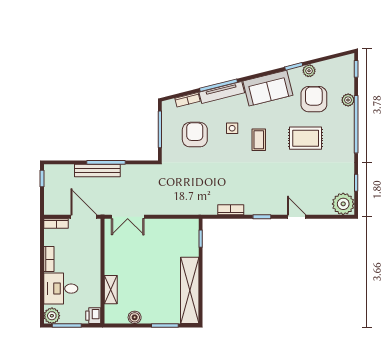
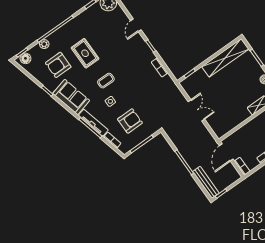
floor lamp: (347, 68) -> (25, 58), added
plant: (309, 71) -> (43, 80), removed
armchair: (195, 135) -> (130, 121), turned 180
bench: (97, 171) -> (206, 182), moved
double door: (128, 217) -> (196, 110), moved

